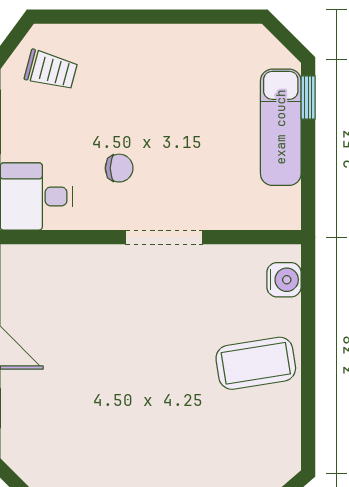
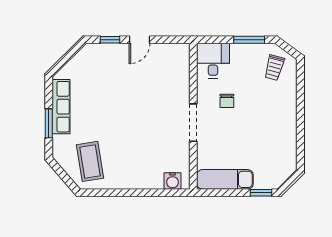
exam couch: (281, 127) -> (225, 179), moved
coffee table: (256, 363) -> (90, 161), moved

